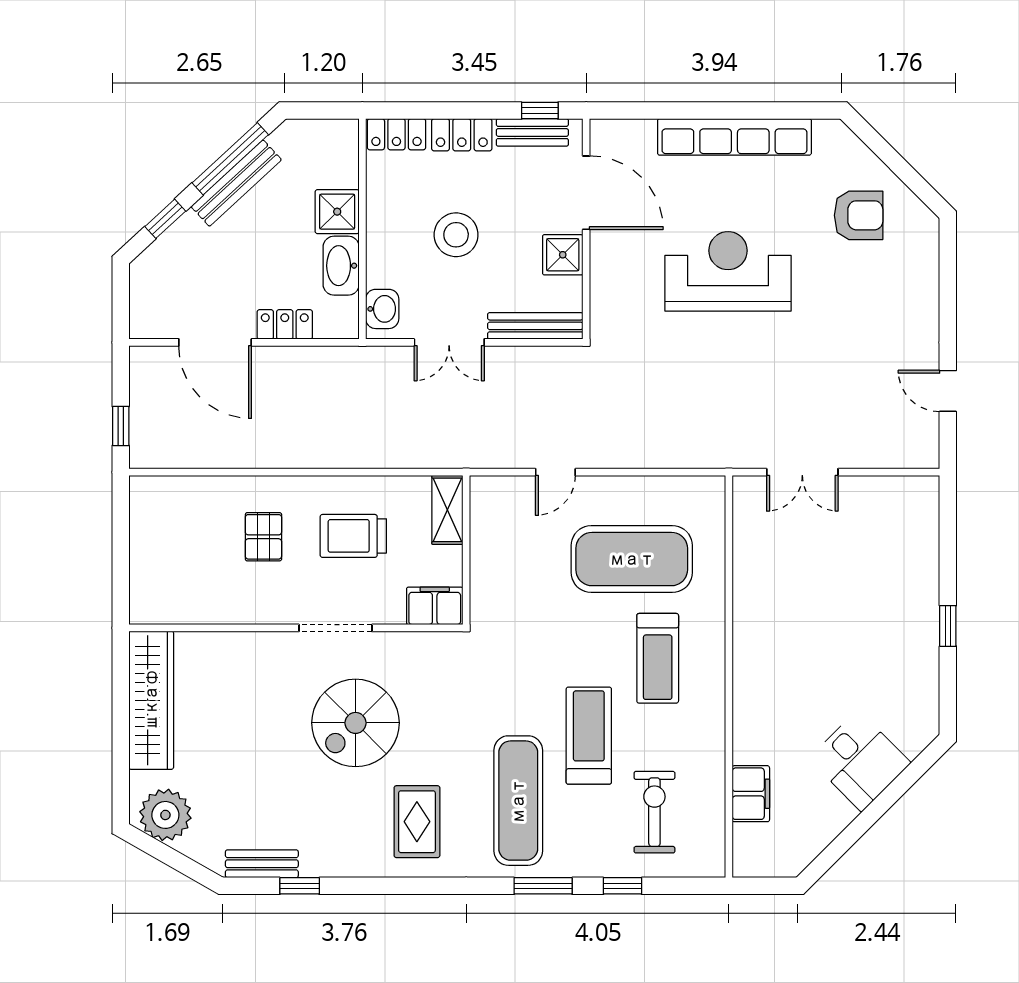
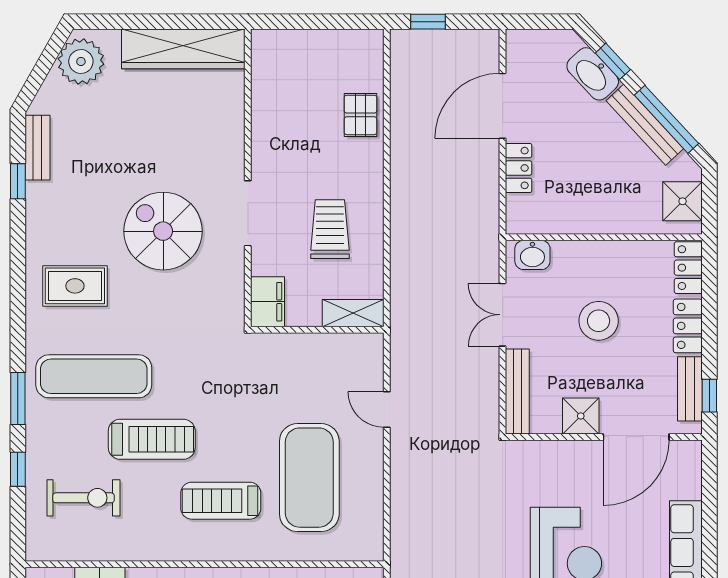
shower: (337, 212) -> (683, 201), moved
washbasin: (341, 266) -> (593, 74), moved, turned -133
pallet: (263, 537) -> (361, 115), moved, turned 90

